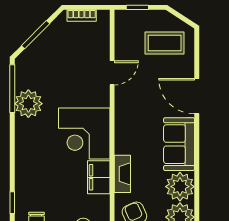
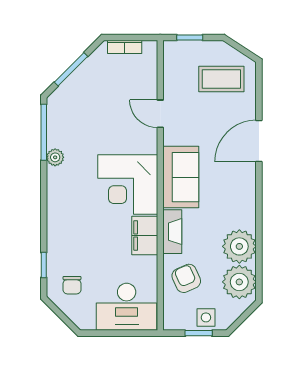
door: (112, 73) -> (160, 114), swing flipped
door: (197, 96) -> (259, 141), hinge flipped
plant: (28, 104) -> (55, 157), width x0.53, depth x0.53
sofa: (179, 144) -> (181, 177), moved, turned 180

